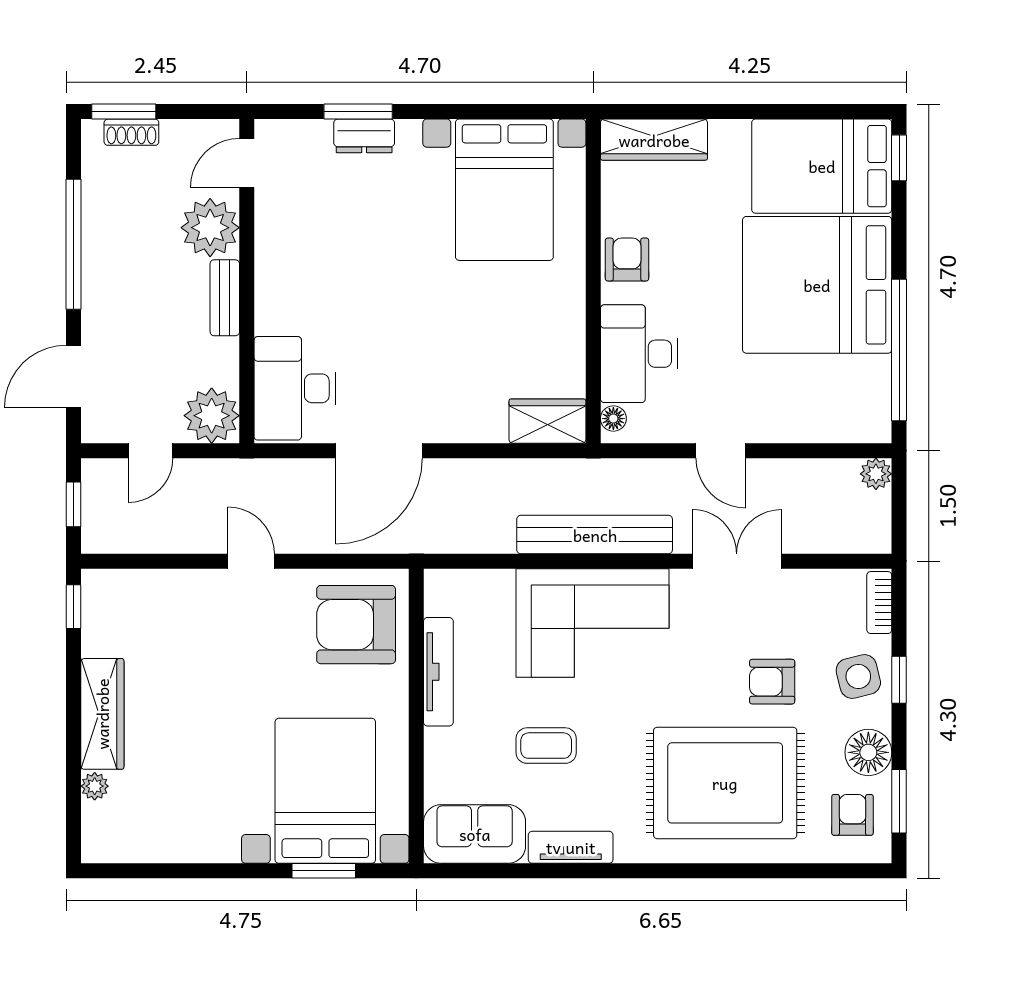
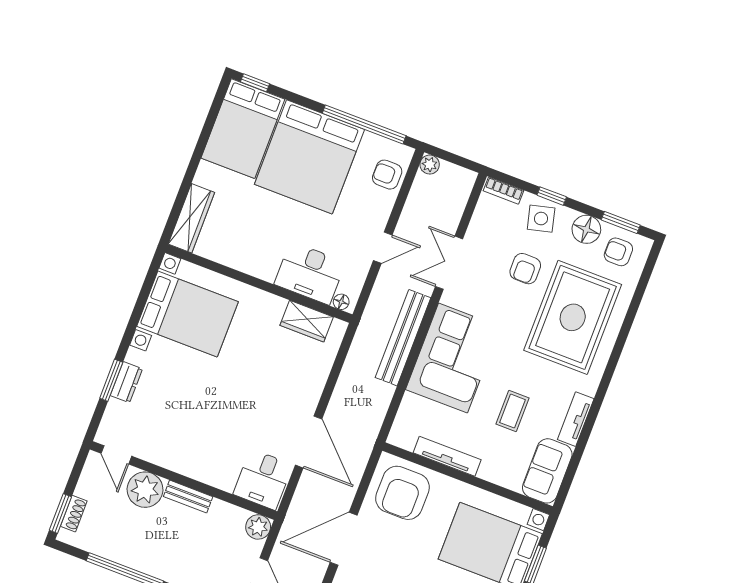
armchair: (627, 259) -> (387, 175), moved
desk: (295, 388) -> (263, 479), width x0.73
plant: (212, 416) -> (258, 527), width x0.73, depth x0.73
wardrobe: (547, 421) -> (307, 321), moved, turned -90
door: (251, 561) -> (344, 539), width x1.88

